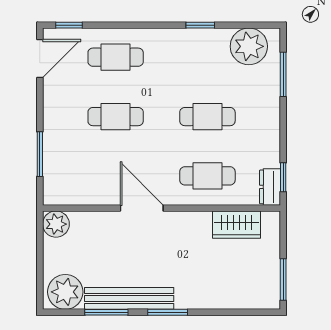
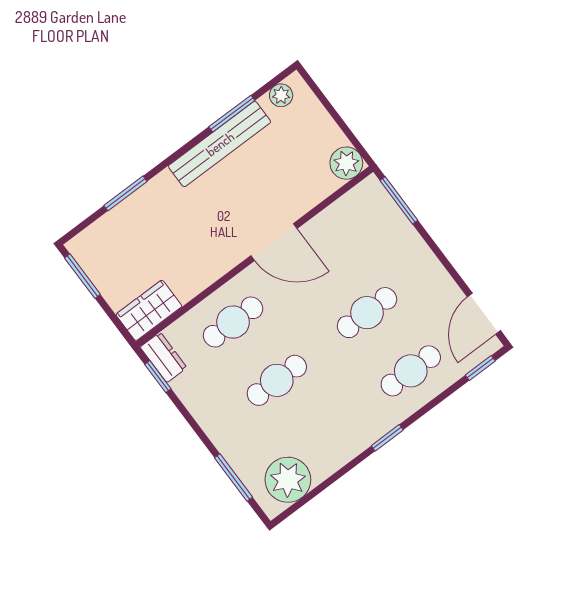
window: (200, 25) -> (387, 438), moved
window: (40, 154) -> (399, 200), moved
wardrobe: (237, 225) -> (149, 310), moved
plant: (65, 292) -> (281, 95), width x0.53, depth x0.53
window: (168, 312) -> (125, 193), moved

